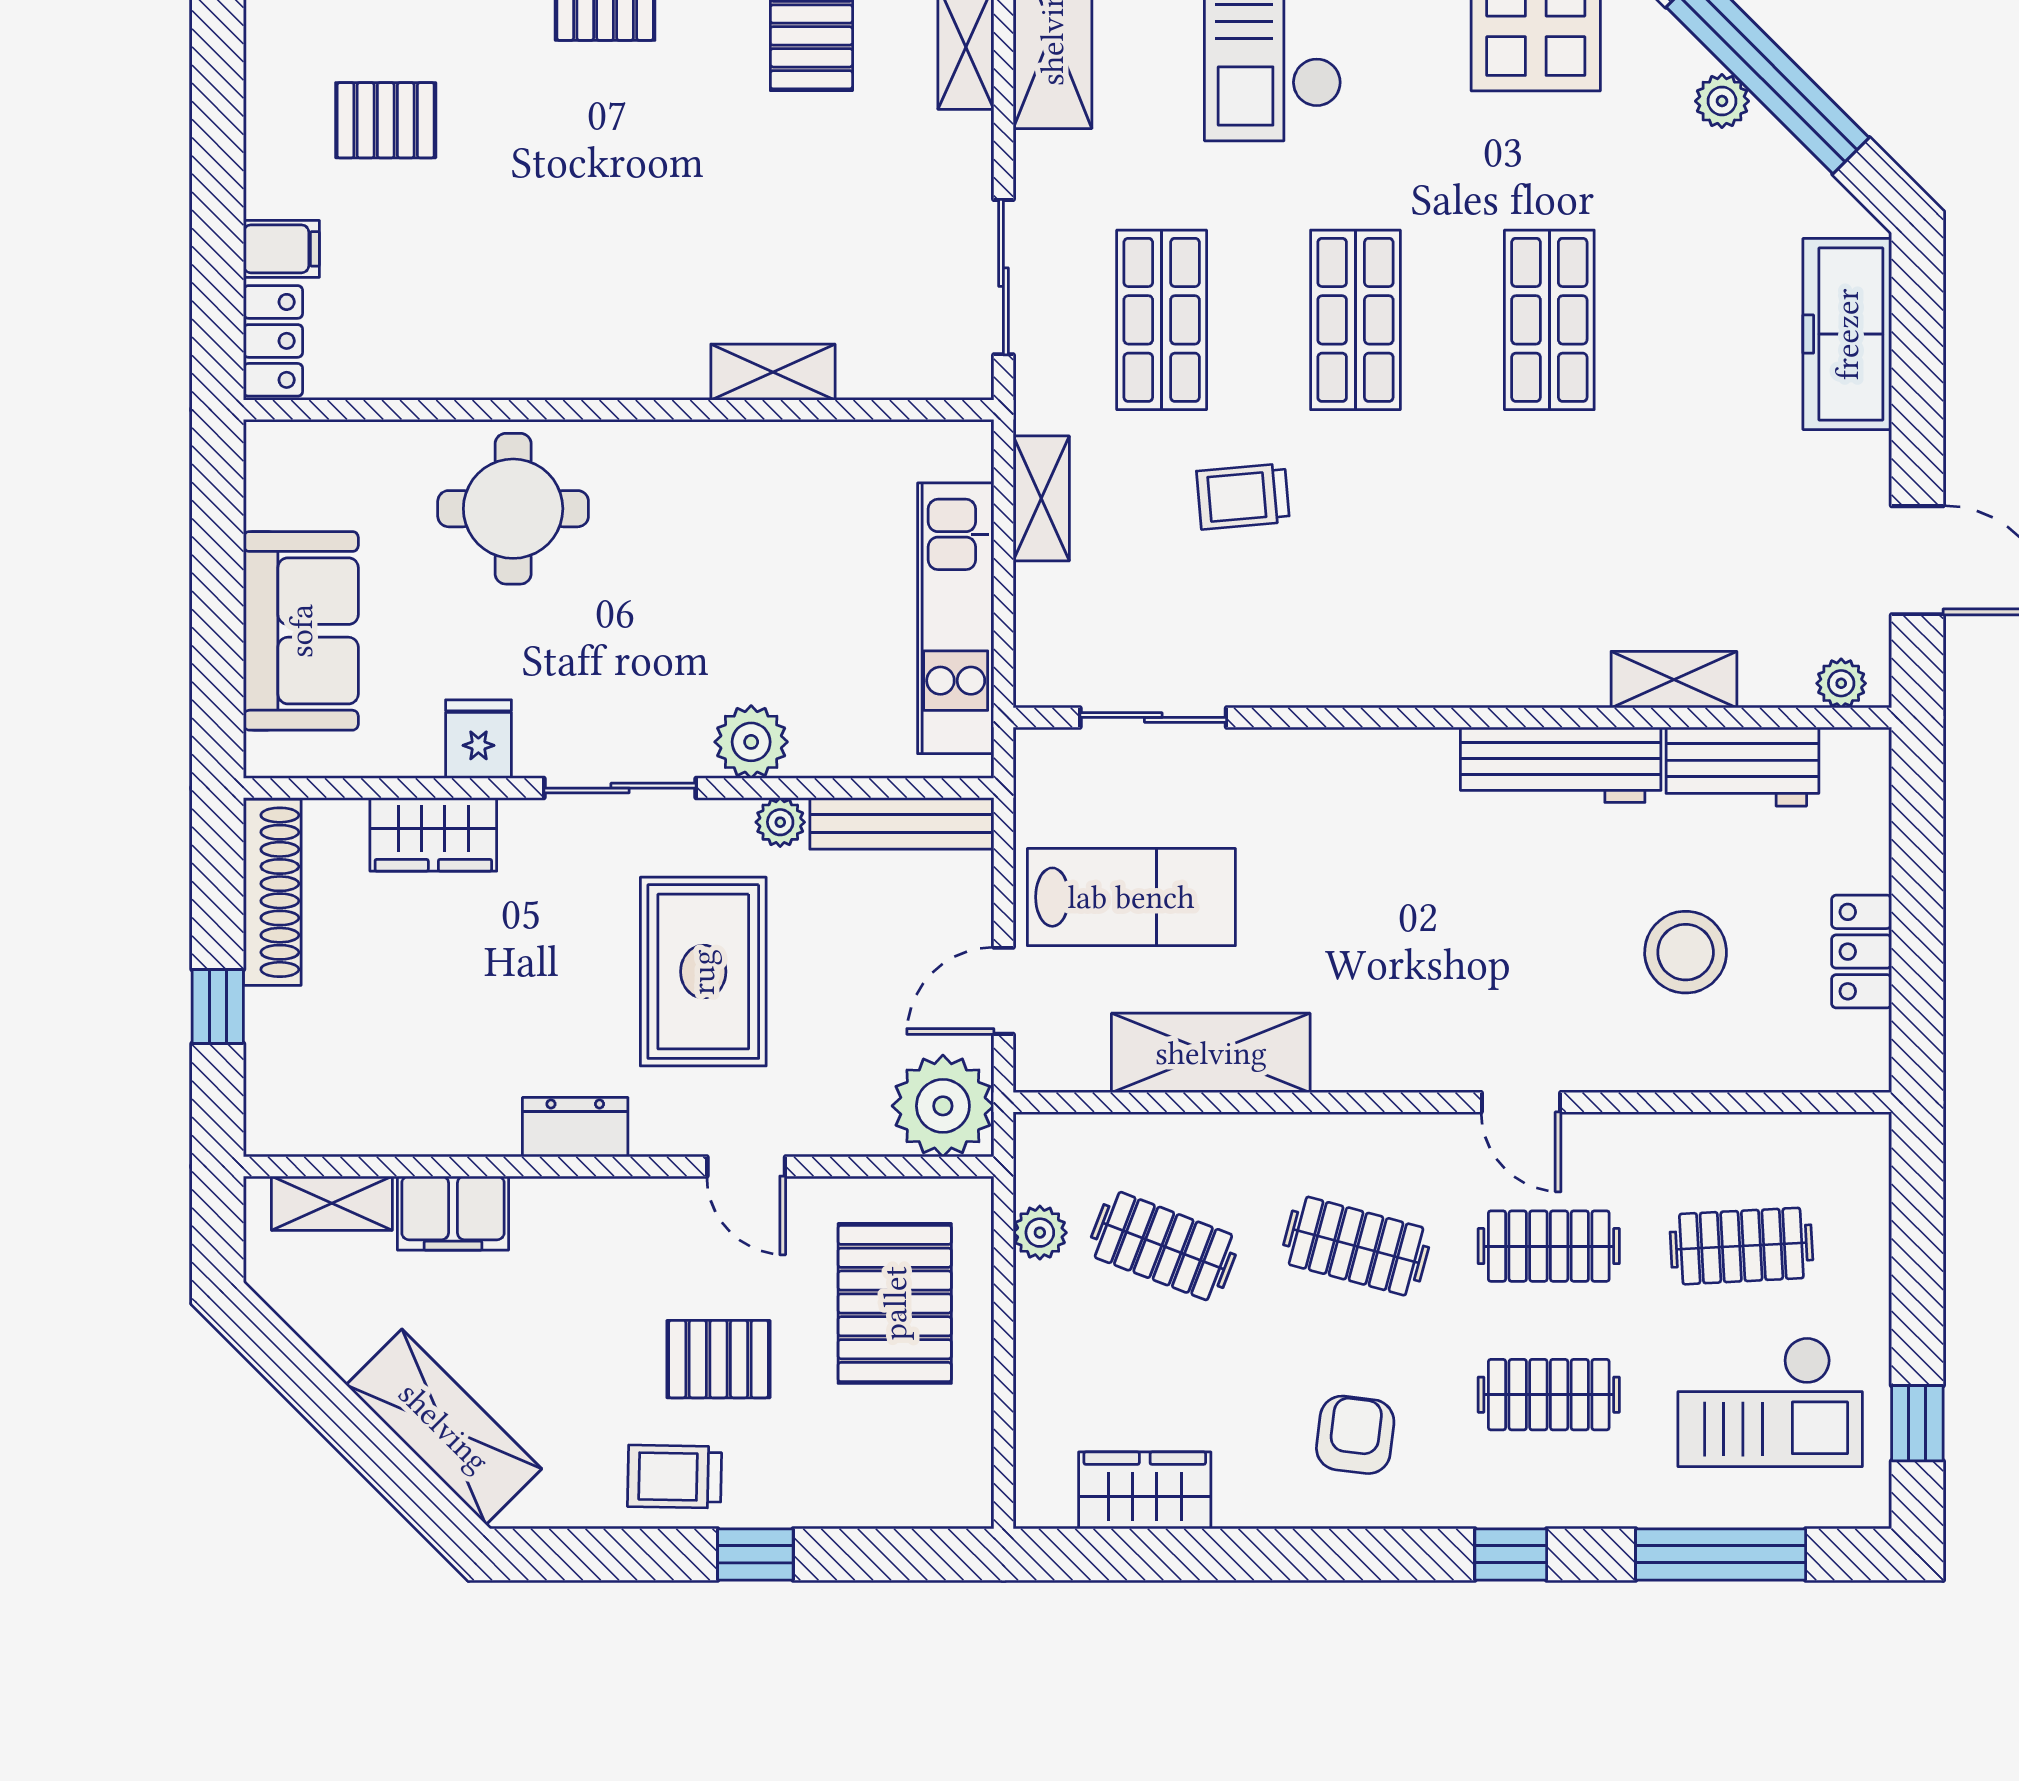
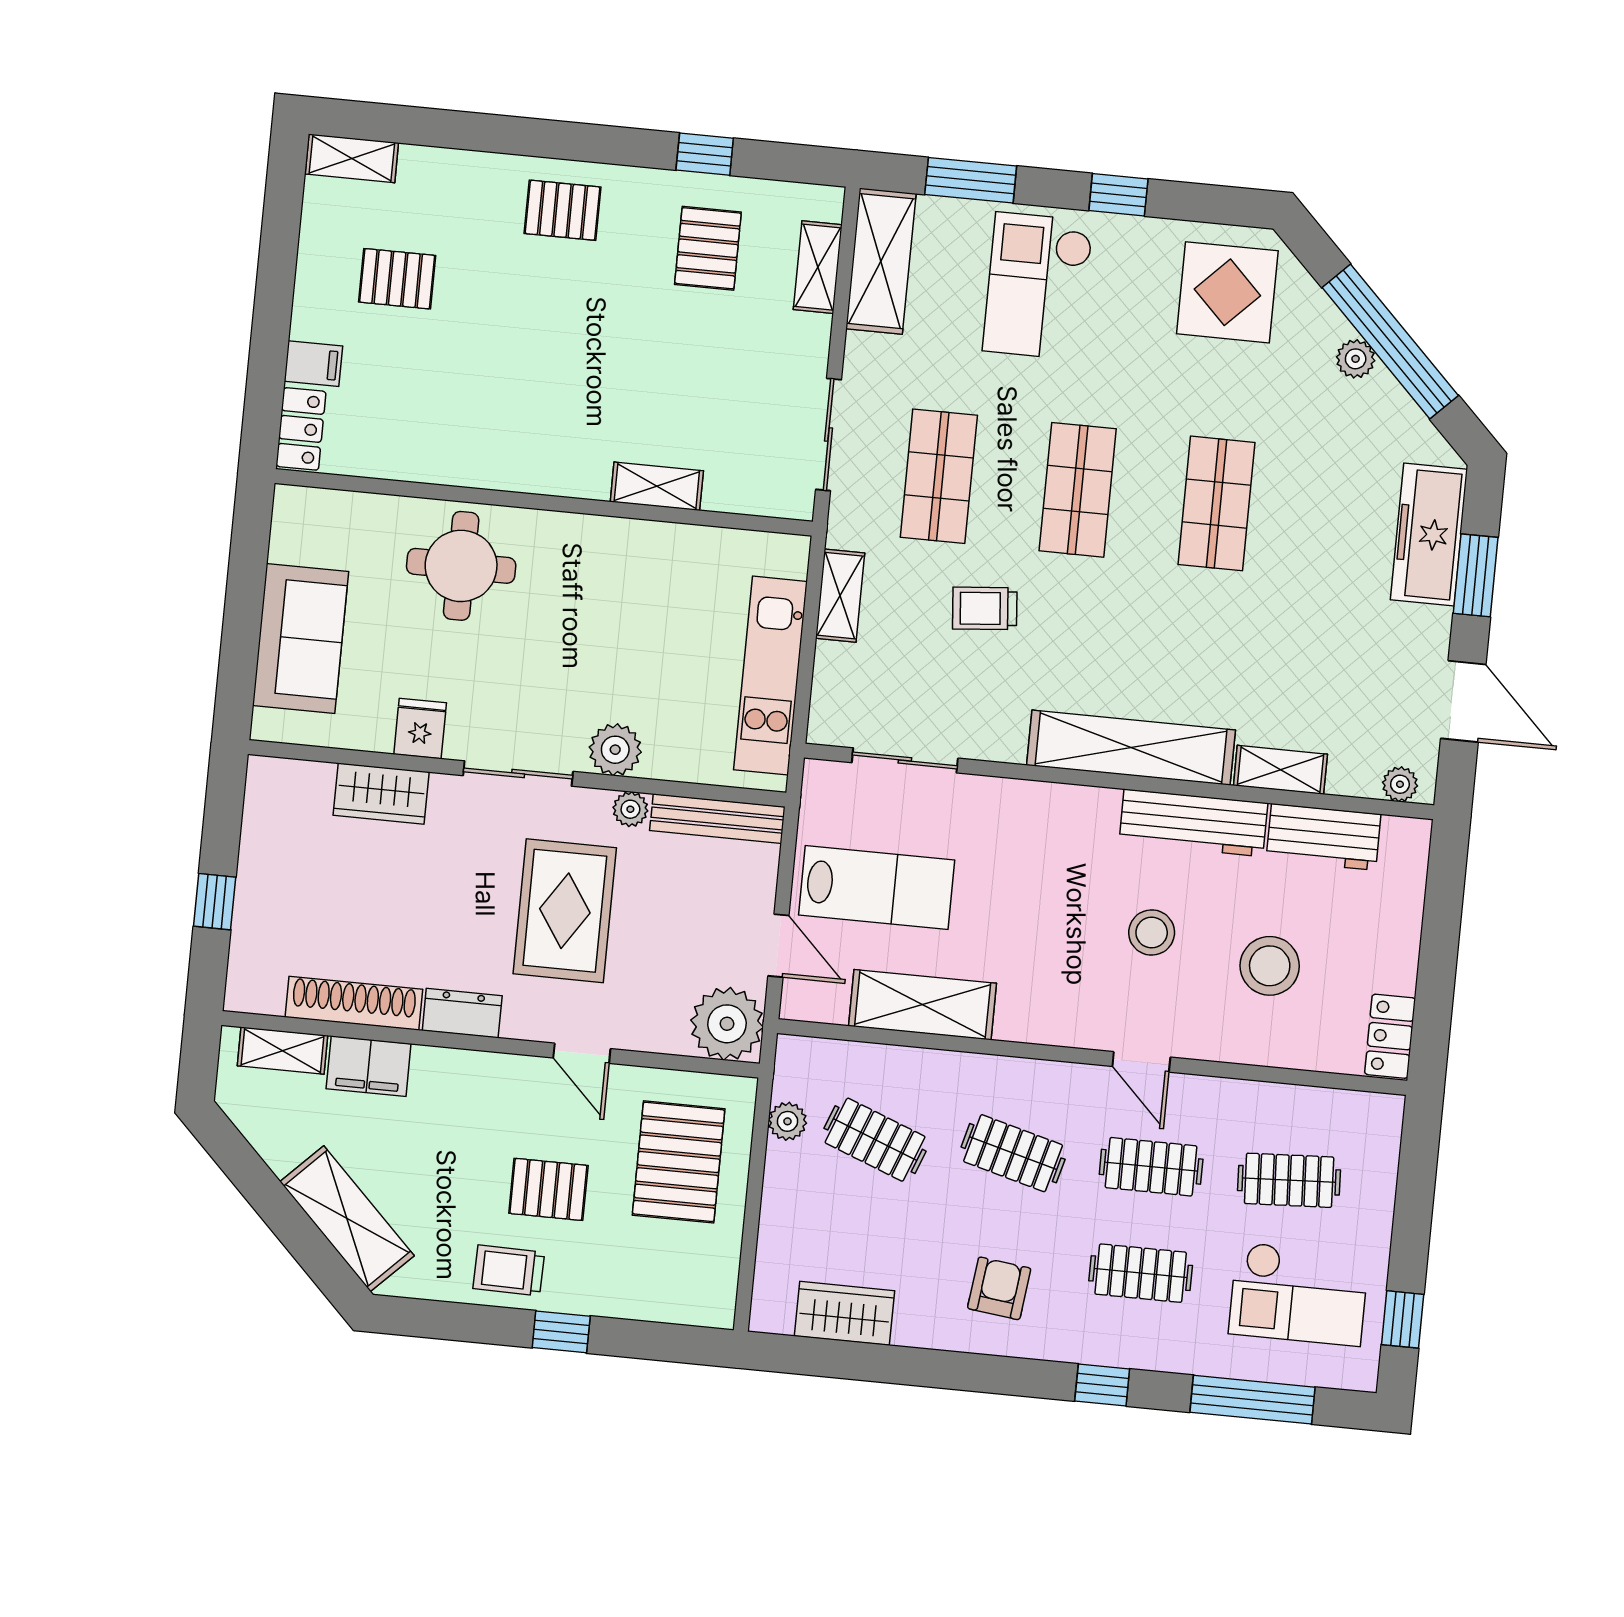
window: (1917, 384) -> (1476, 575), added
shelving: (1464, 669) -> (1131, 748), added
shoe rack: (272, 892) -> (354, 1003), moved, turned -90
stool: (1518, 922) -> (1152, 933), added
locker: (1862, 952) -> (1390, 1036), moved
door: (1003, 991) -> (778, 946), swing flipped

